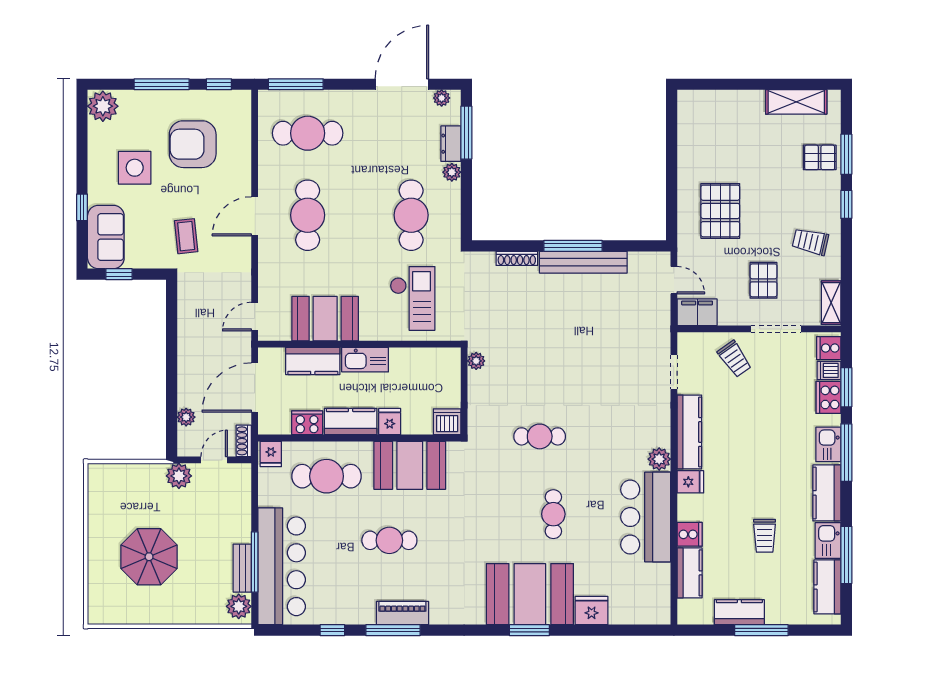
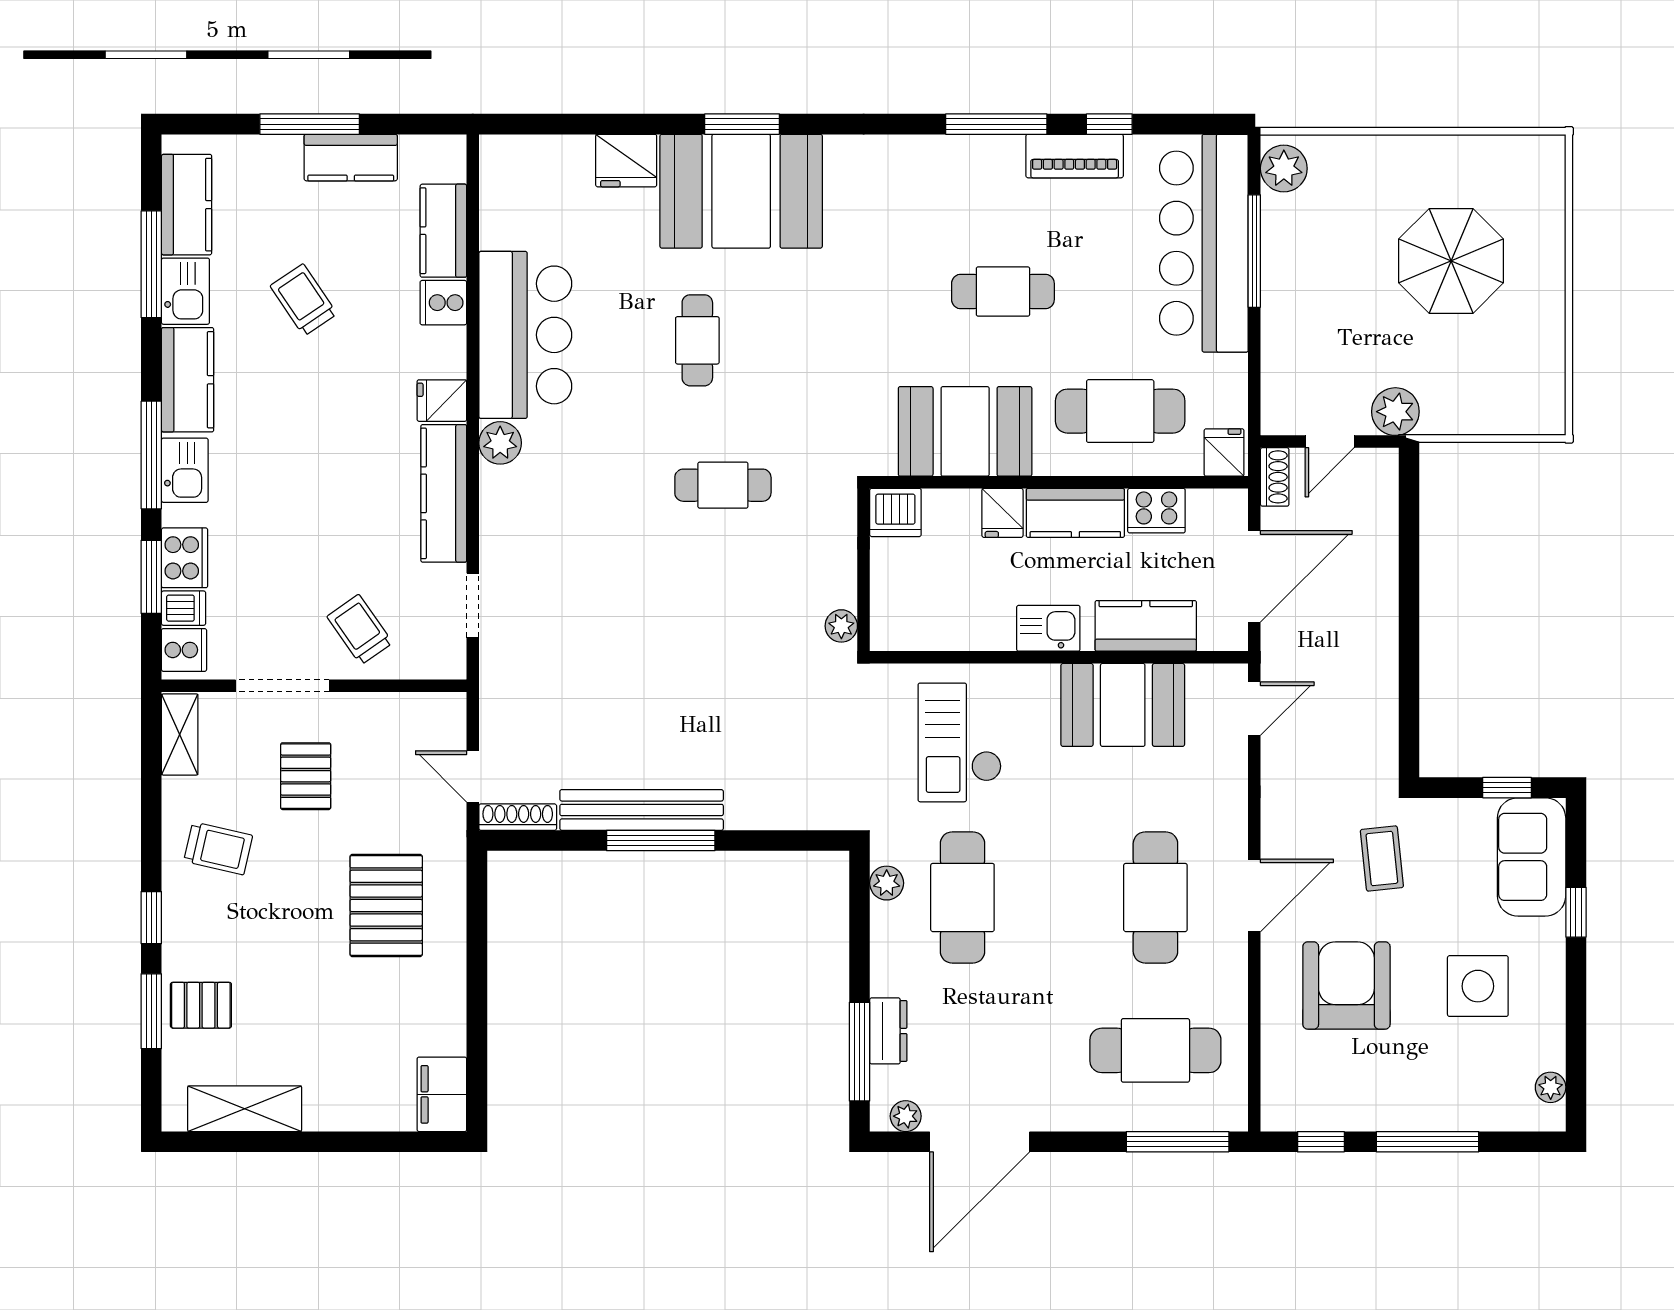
plant: (103, 106) -> (1551, 1087), width x0.53, depth x0.53
armchair: (193, 144) -> (1346, 985), moved, turned -90
plant: (452, 172) -> (887, 883), moved
shoe rack: (517, 258) -> (518, 817), moved
filing cabinet: (697, 312) -> (442, 1094), moved, turned 90
kitchen sink: (365, 360) -> (1048, 628), width x0.73
plant: (186, 417) -> (1382, 521), removed
trolley: (765, 536) -> (304, 300), turned -34
bench: (242, 568) -> (1277, 240), removed
piano: (402, 613) -> (1075, 156), moved

